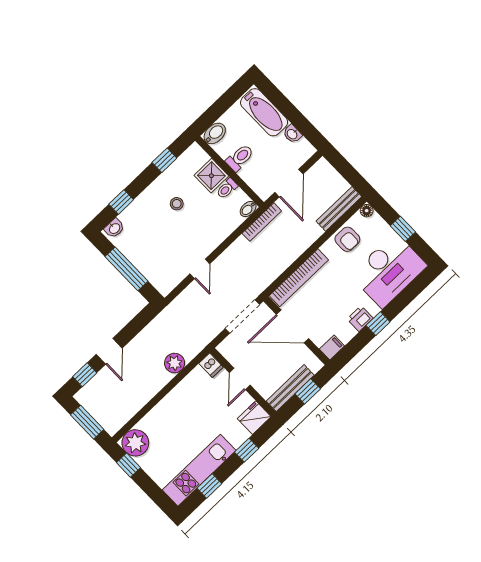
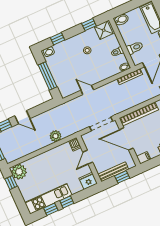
toilet: (240, 158) -> (135, 48), moved
shower: (211, 176) -> (104, 30), moved
door: (200, 269) -> (87, 90), swing flipped
door: (109, 351) -> (22, 117), hinge flipped
window: (247, 450) -> (67, 202), moved

